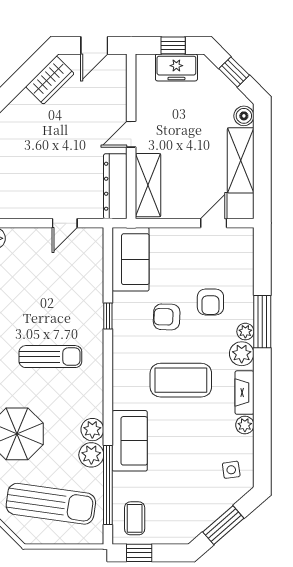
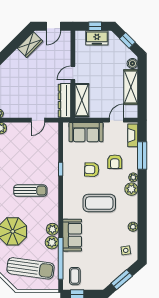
sofa: (131, 259) -> (86, 132), moved, turned 90
window: (262, 322) -> (142, 156), moved
fireplace: (244, 393) -> (133, 135), moved

